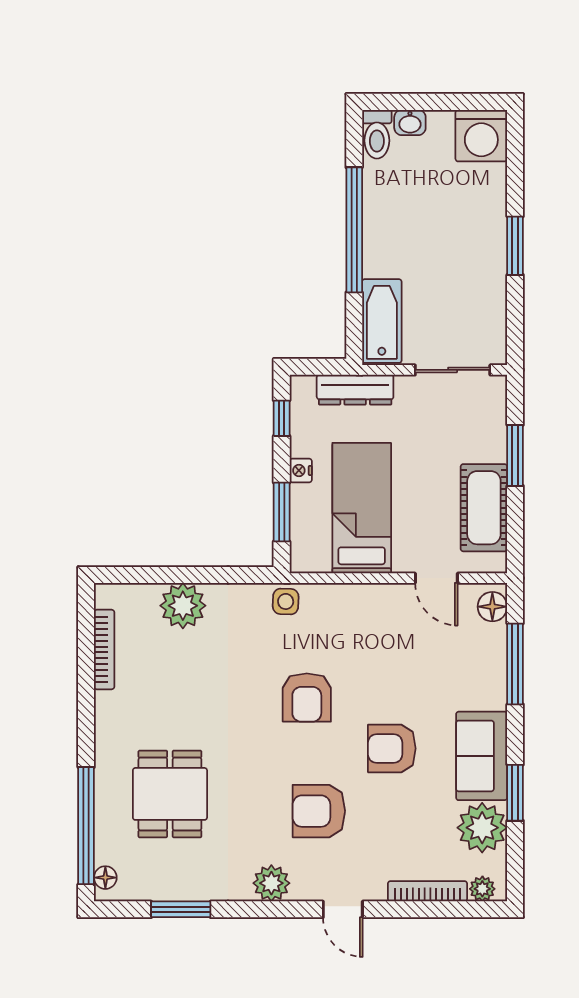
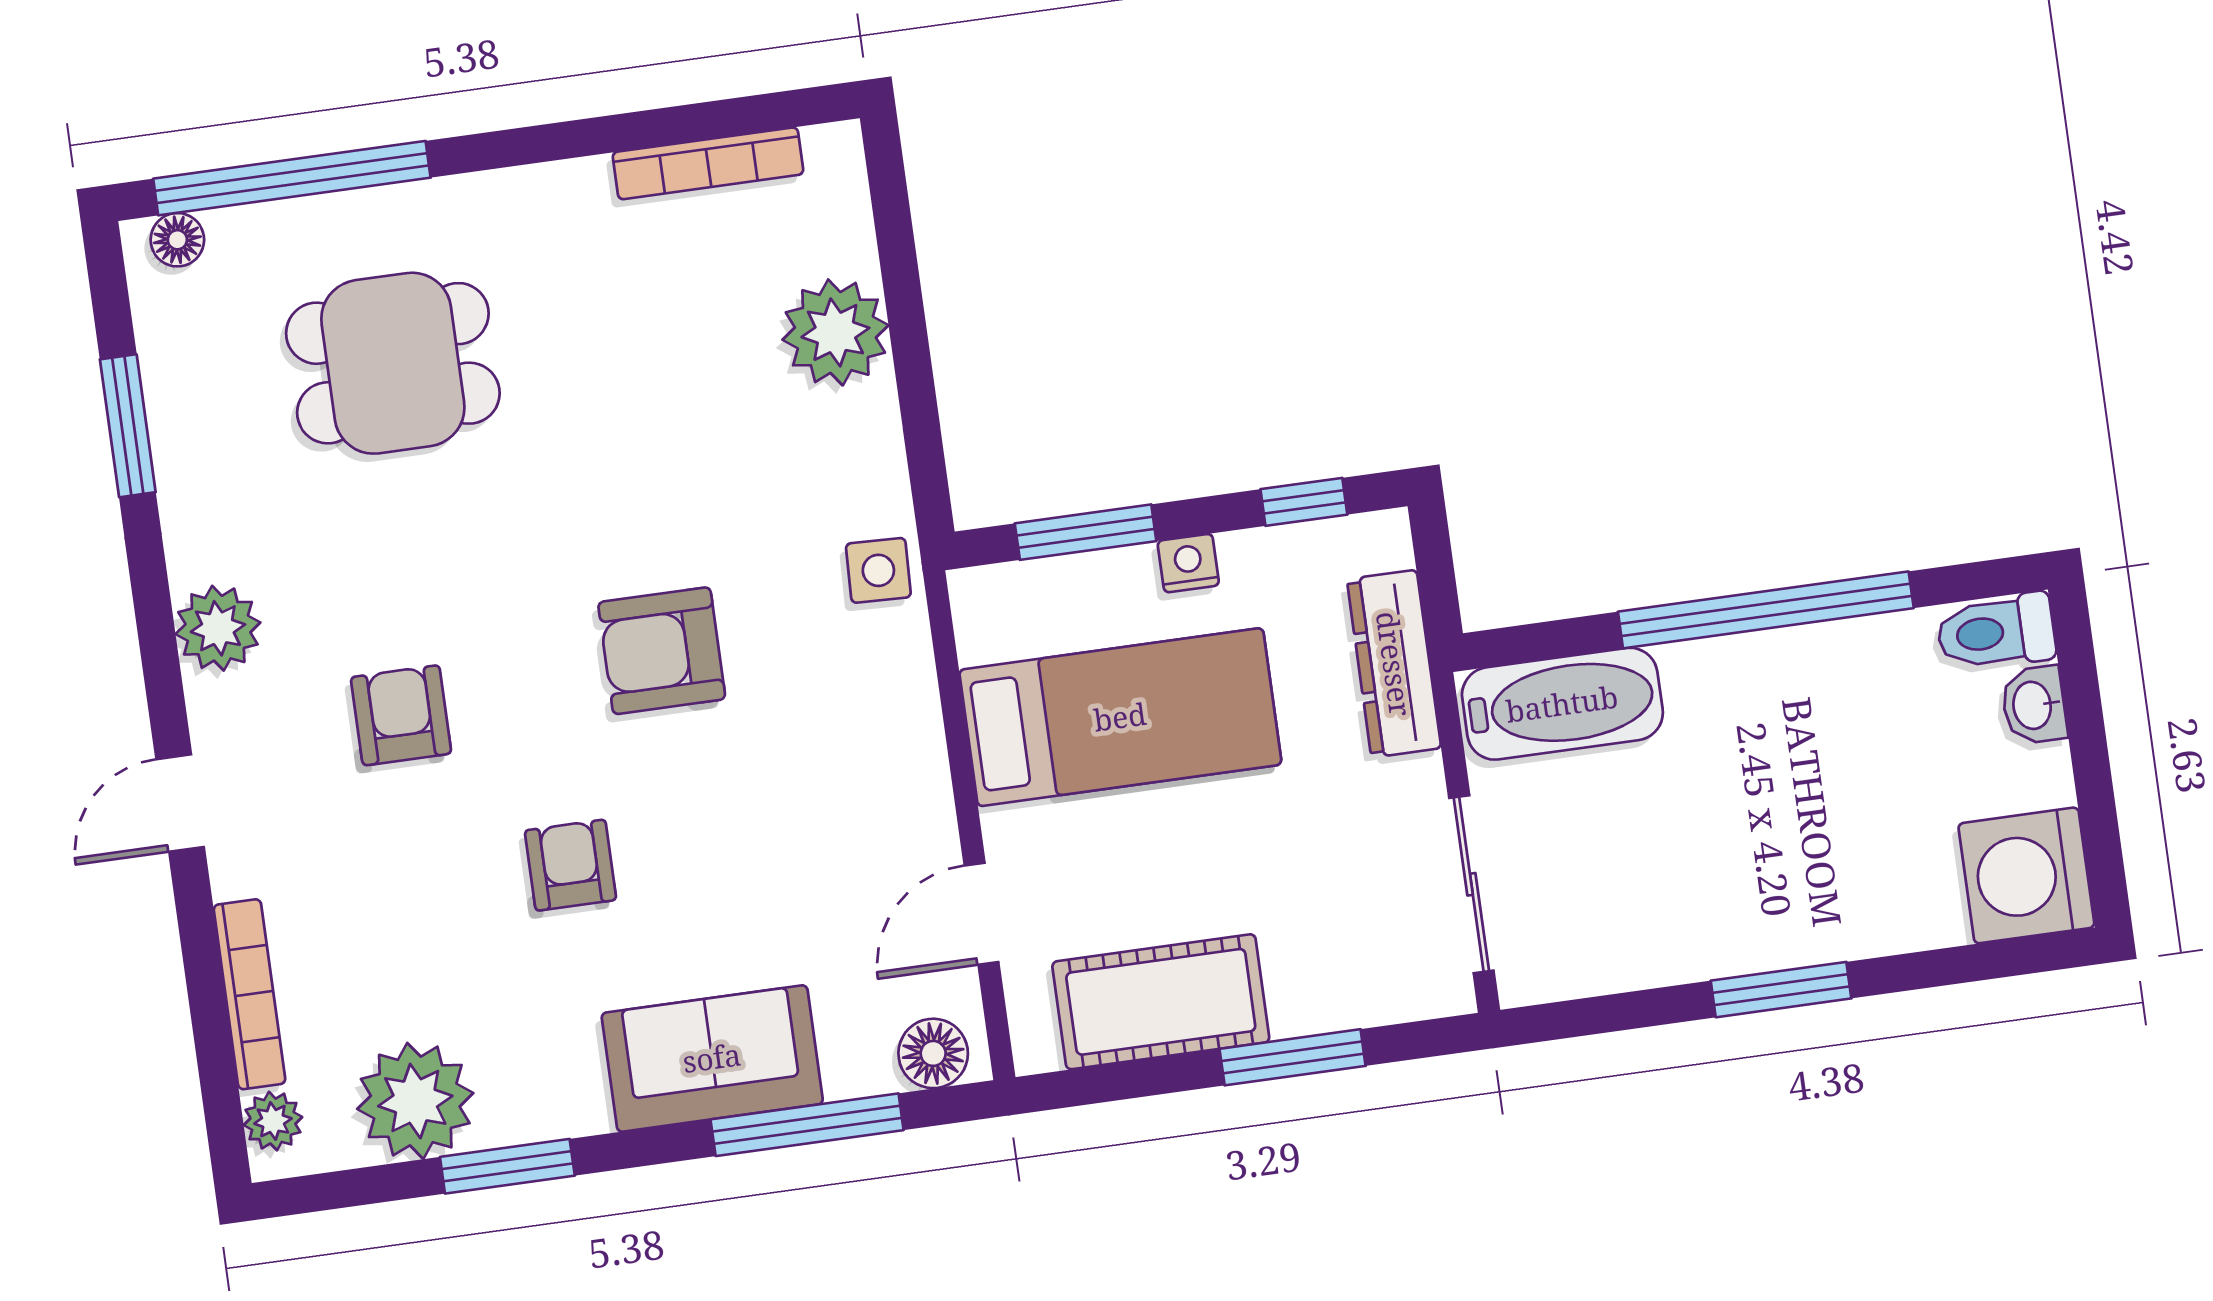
armchair: (392, 748) -> (570, 865), width x0.72, depth x0.72
sofa: (482, 756) -> (712, 1058), moved
armchair: (319, 811) -> (401, 715), width x0.72, depth x0.72

